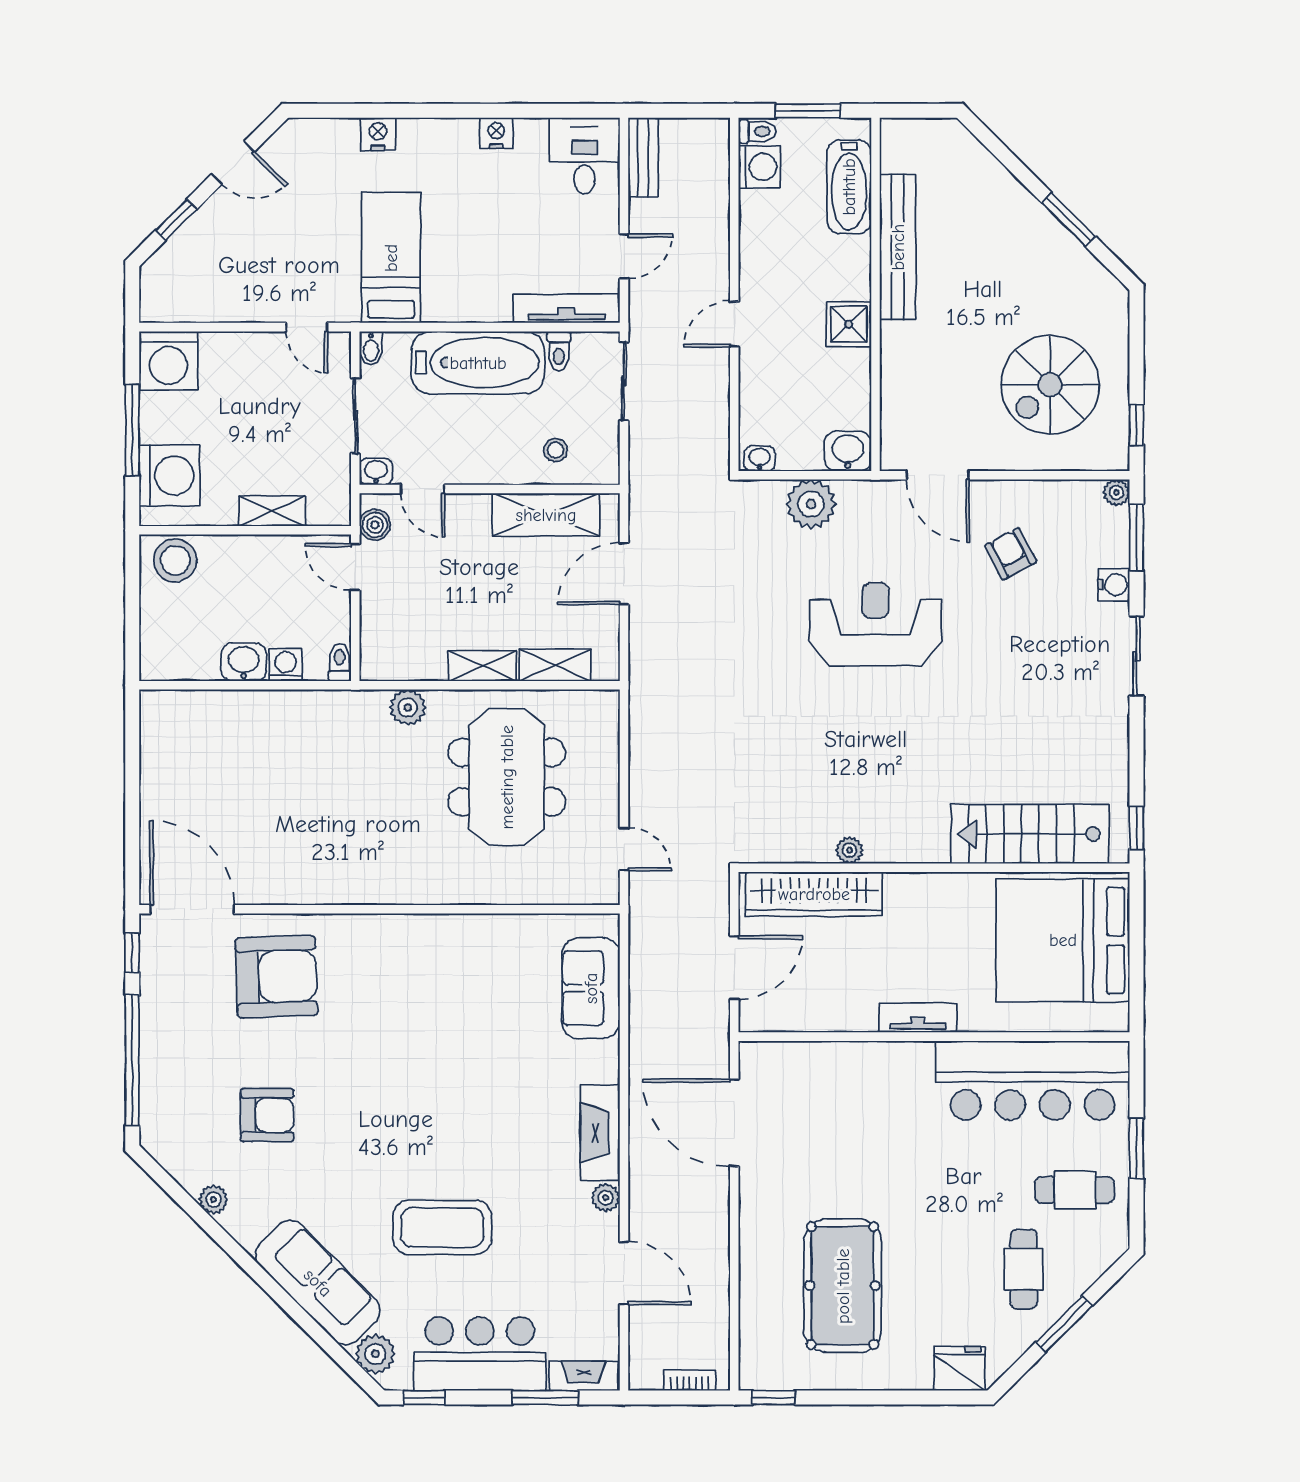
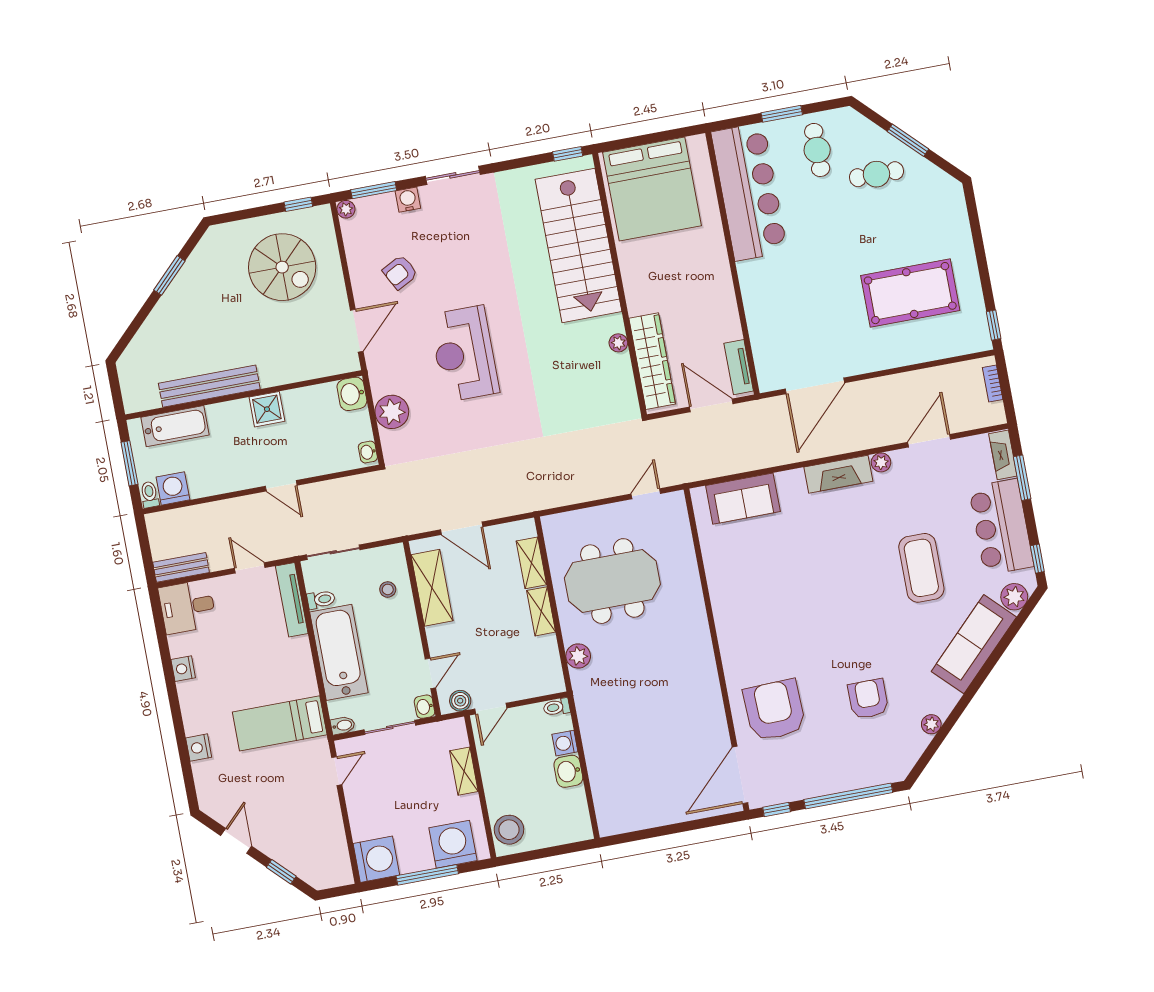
stairs: (1030, 834) -> (578, 245), width x1.36, depth x1.51
tv unit: (918, 1018) -> (739, 367), moved
fridge: (959, 1369) -> (951, 205), removed

